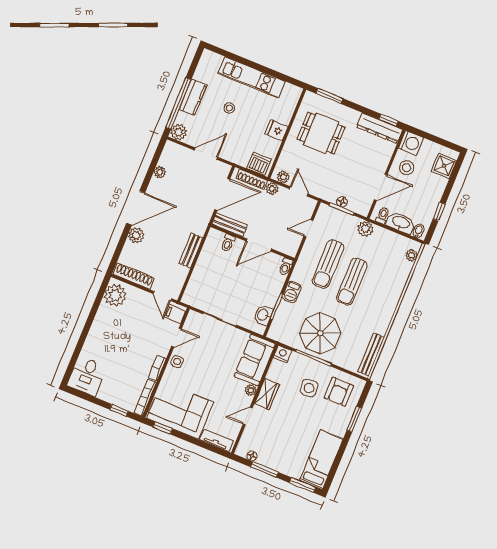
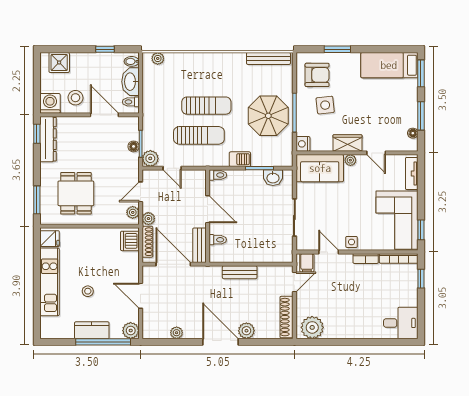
fridge: (276, 130) -> (50, 239), moved, turned -90
plant: (365, 229) -> (150, 158), moved

